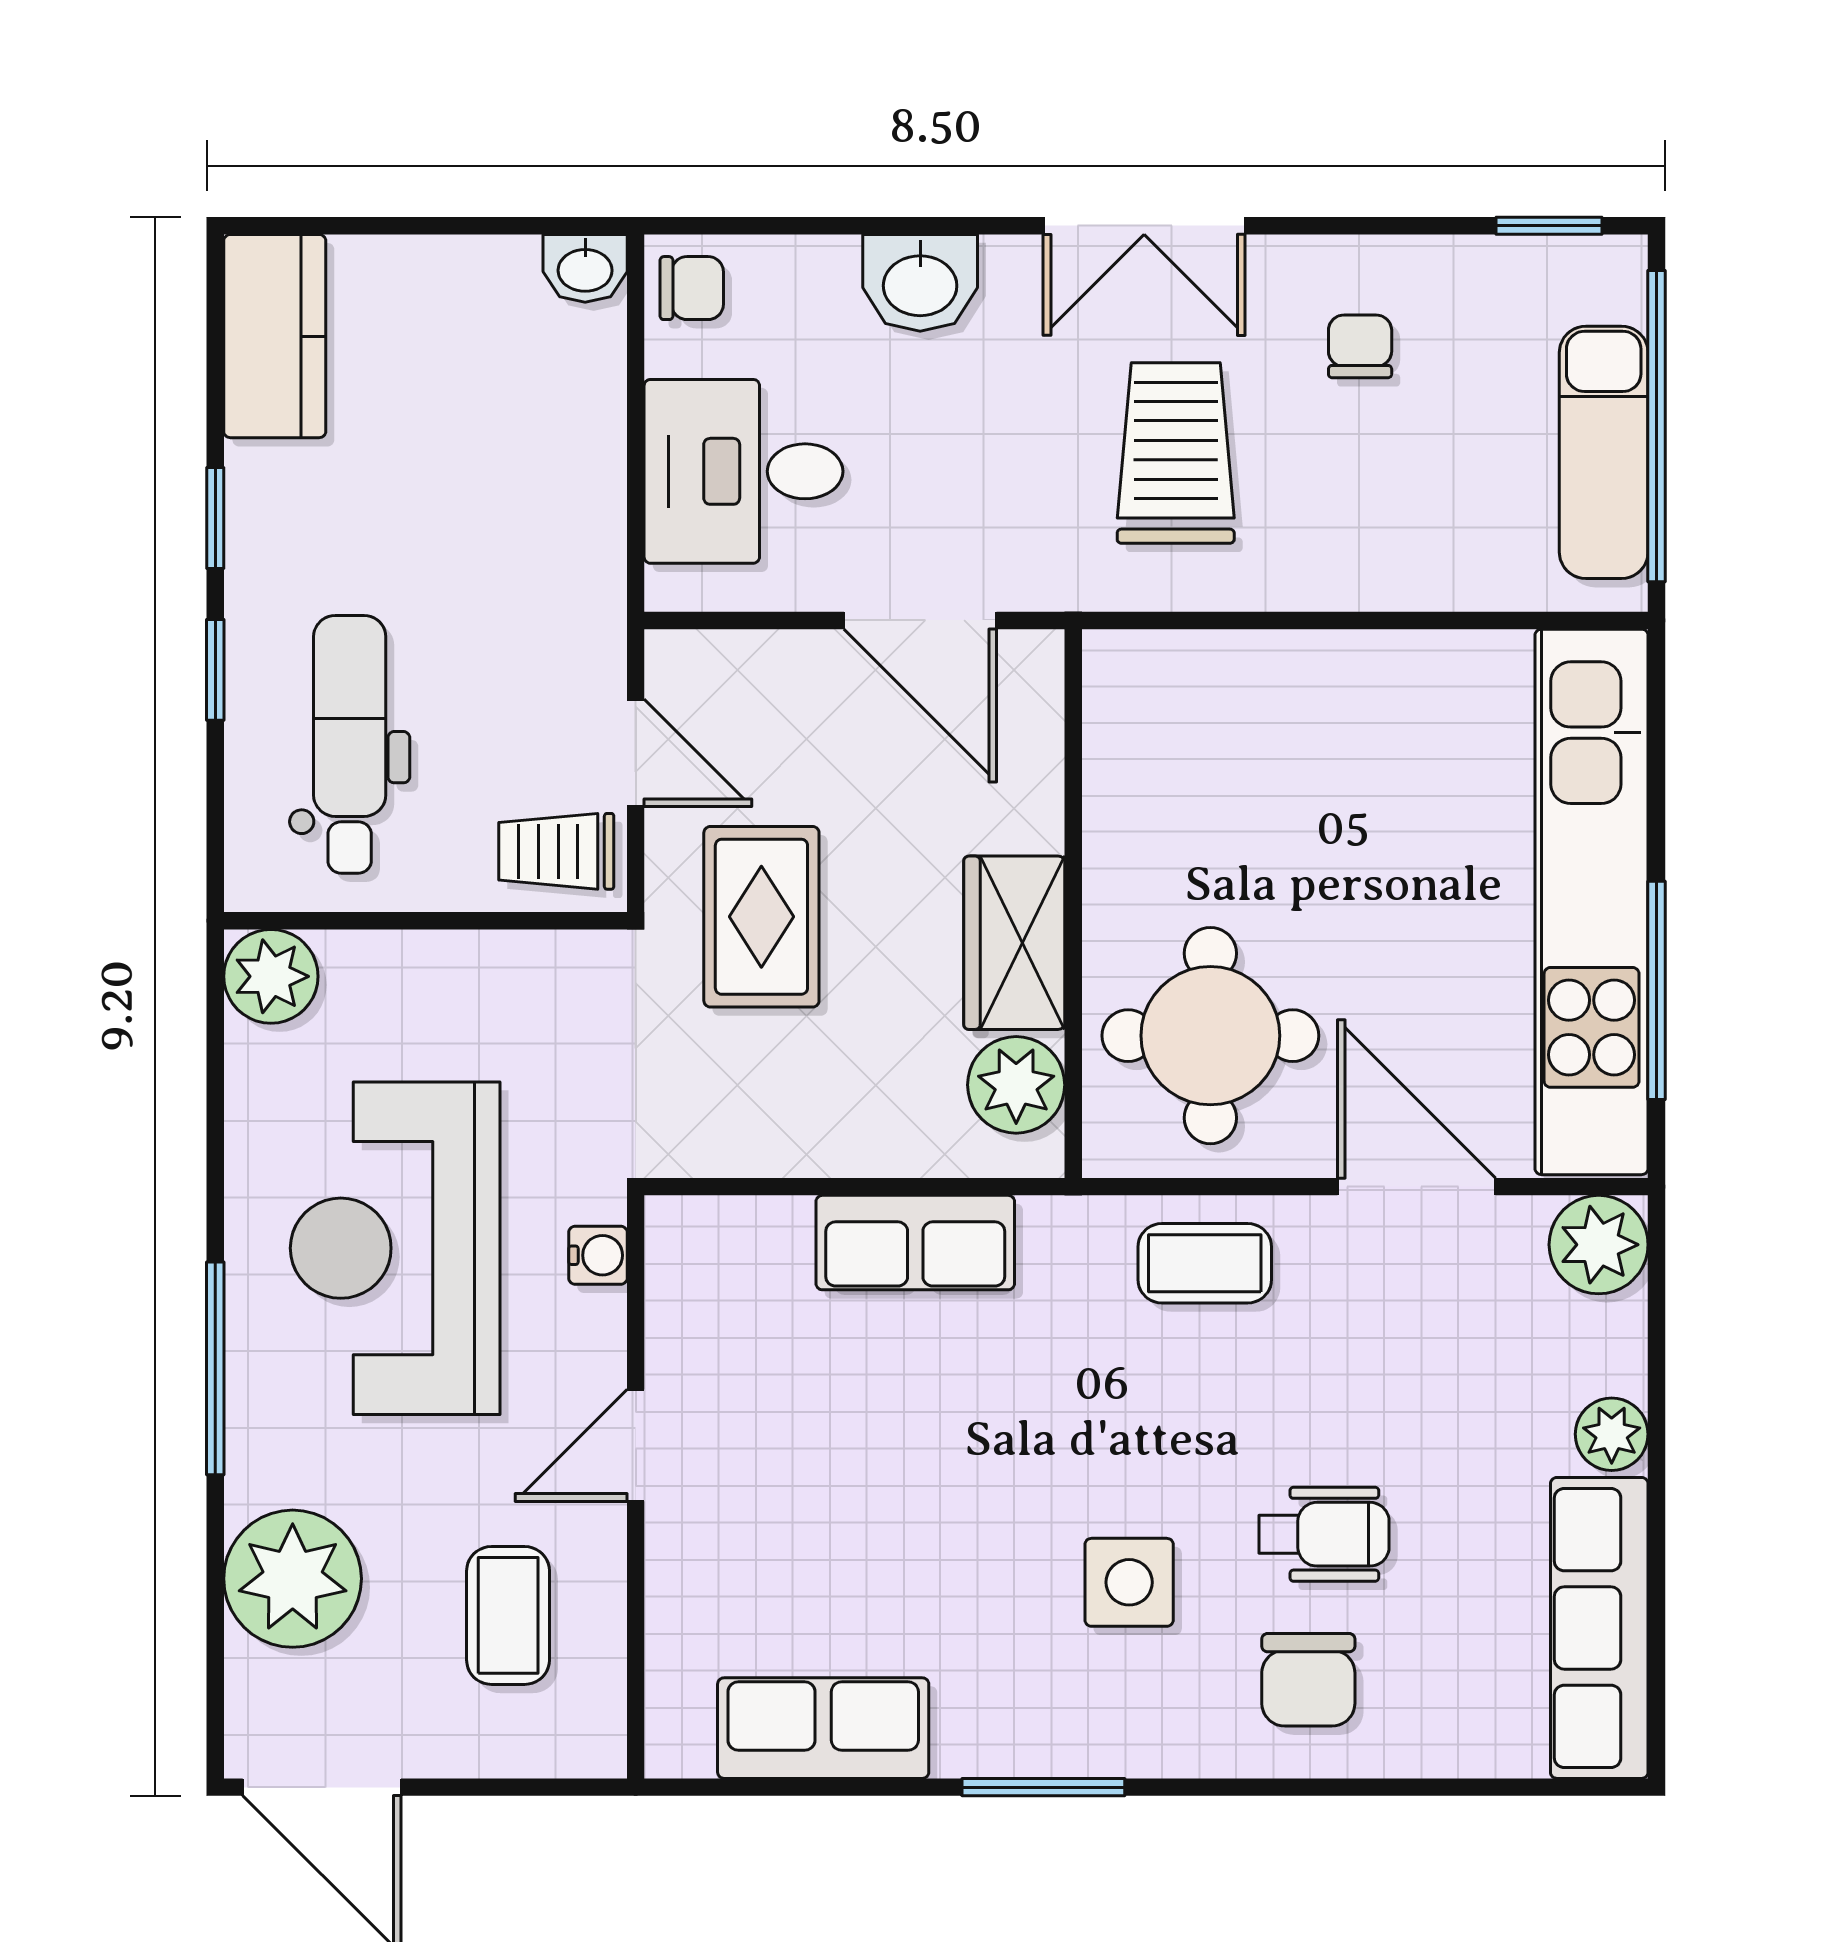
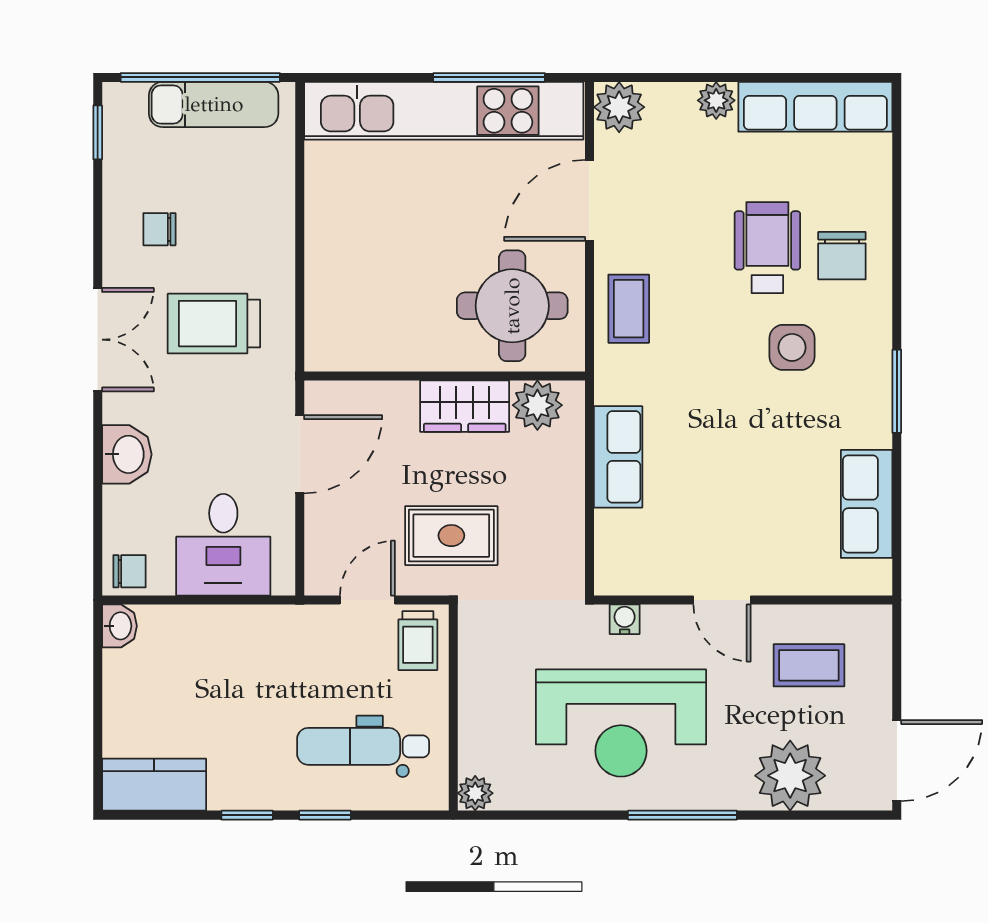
chair: (692, 288) -> (130, 571), turned 90
plant: (271, 976) -> (475, 793), width x0.73, depth x0.73
wheelchair: (1324, 1534) -> (767, 248), width x1.36, depth x1.37
chair: (1308, 1680) -> (842, 256), turned 90

